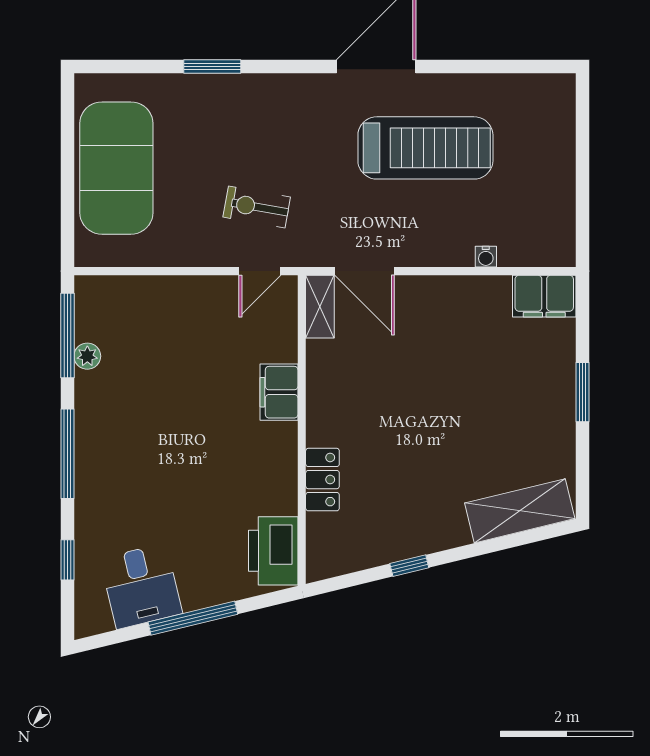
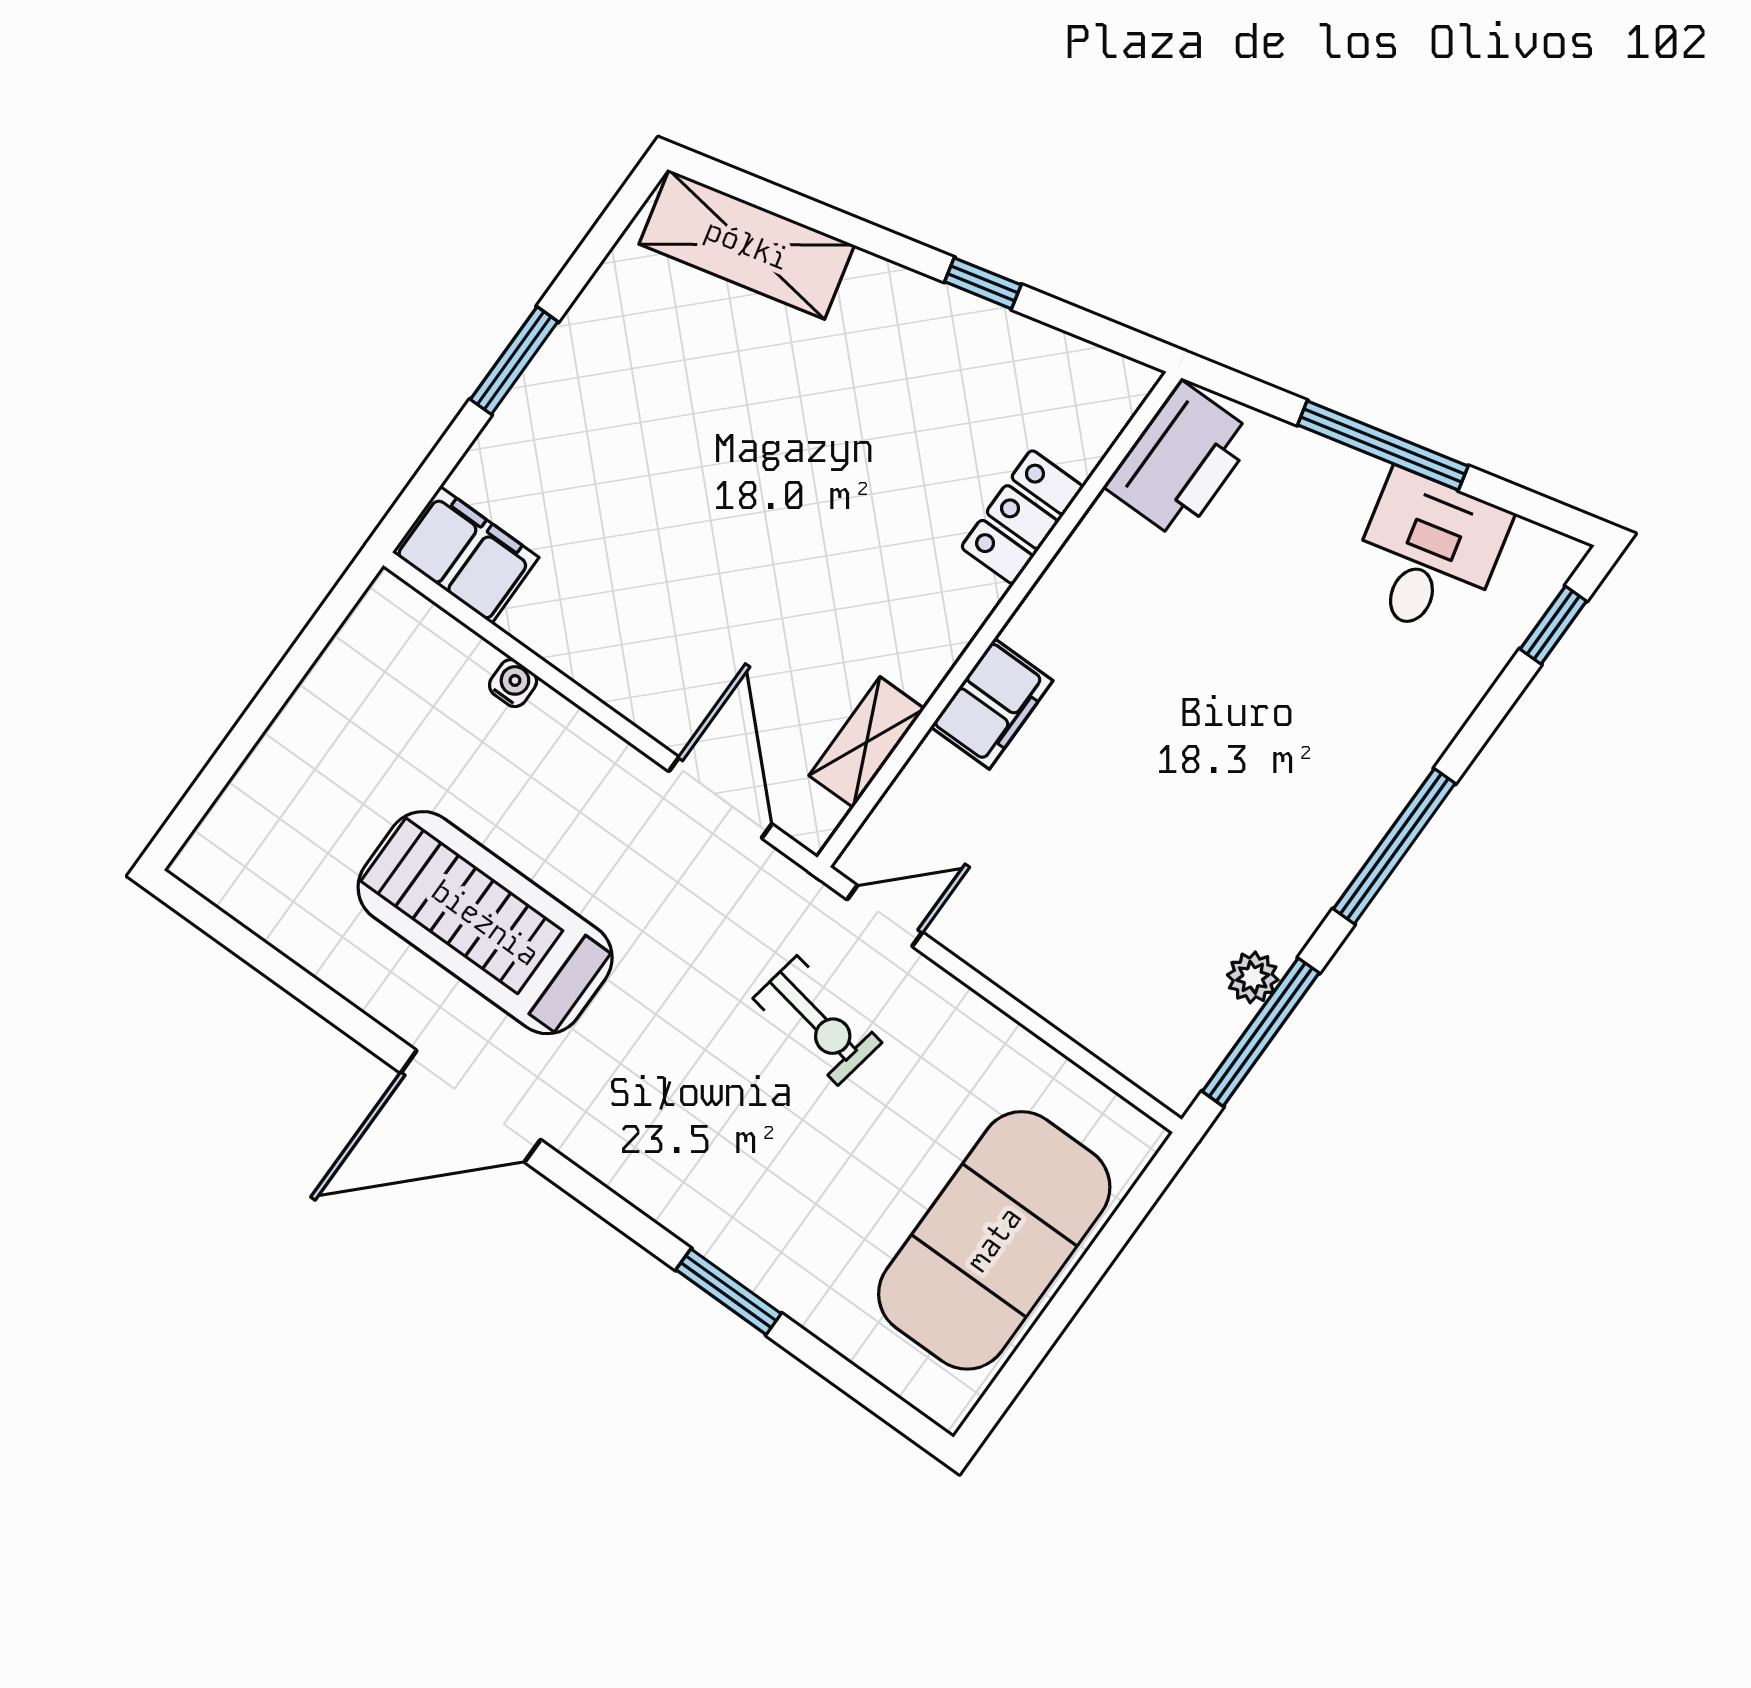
shelving: (320, 307) -> (867, 742), moved
window: (67, 560) -> (1553, 625), moved

